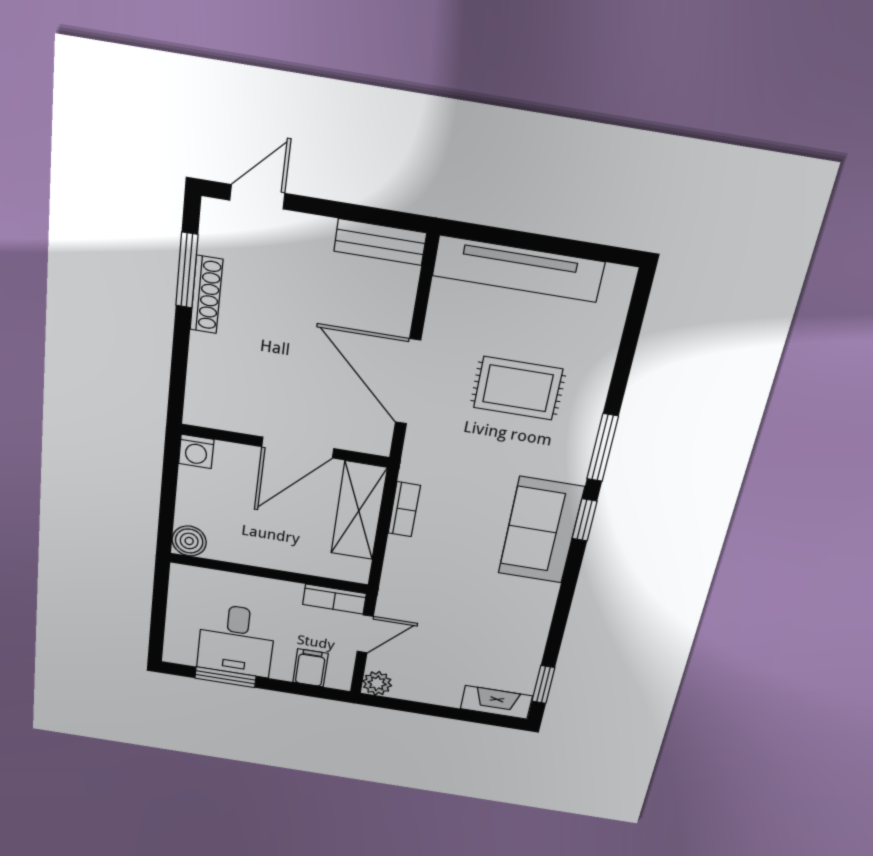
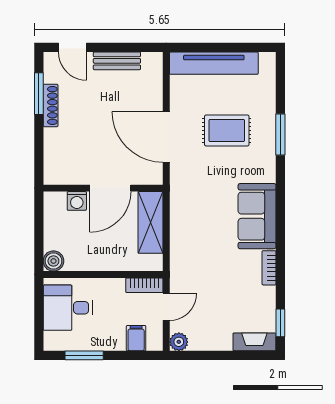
door: (257, 197) -> (72, 47), swing flipped
bench: (380, 242) -> (117, 61), moved
window: (603, 448) -> (280, 134), moved
washing machine: (196, 451) -> (77, 201), moved
bookcase: (404, 509) -> (269, 268), moved, turned 180
window: (584, 520) -> (280, 205), removed
desk: (236, 640) -> (68, 308), moved, turned 90

